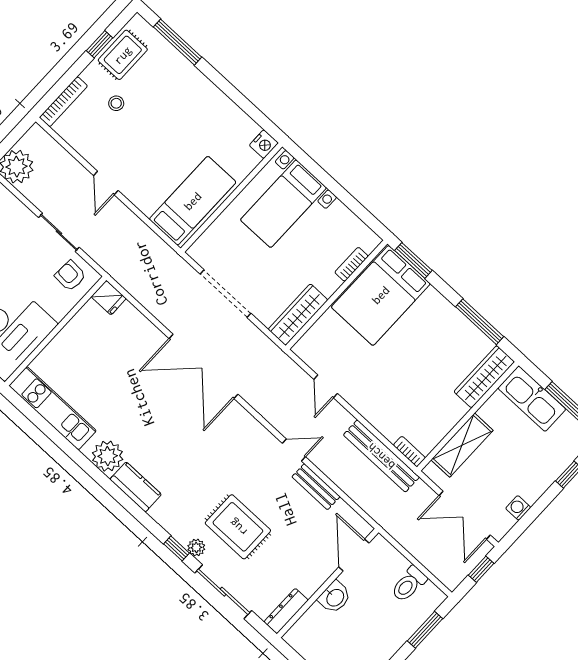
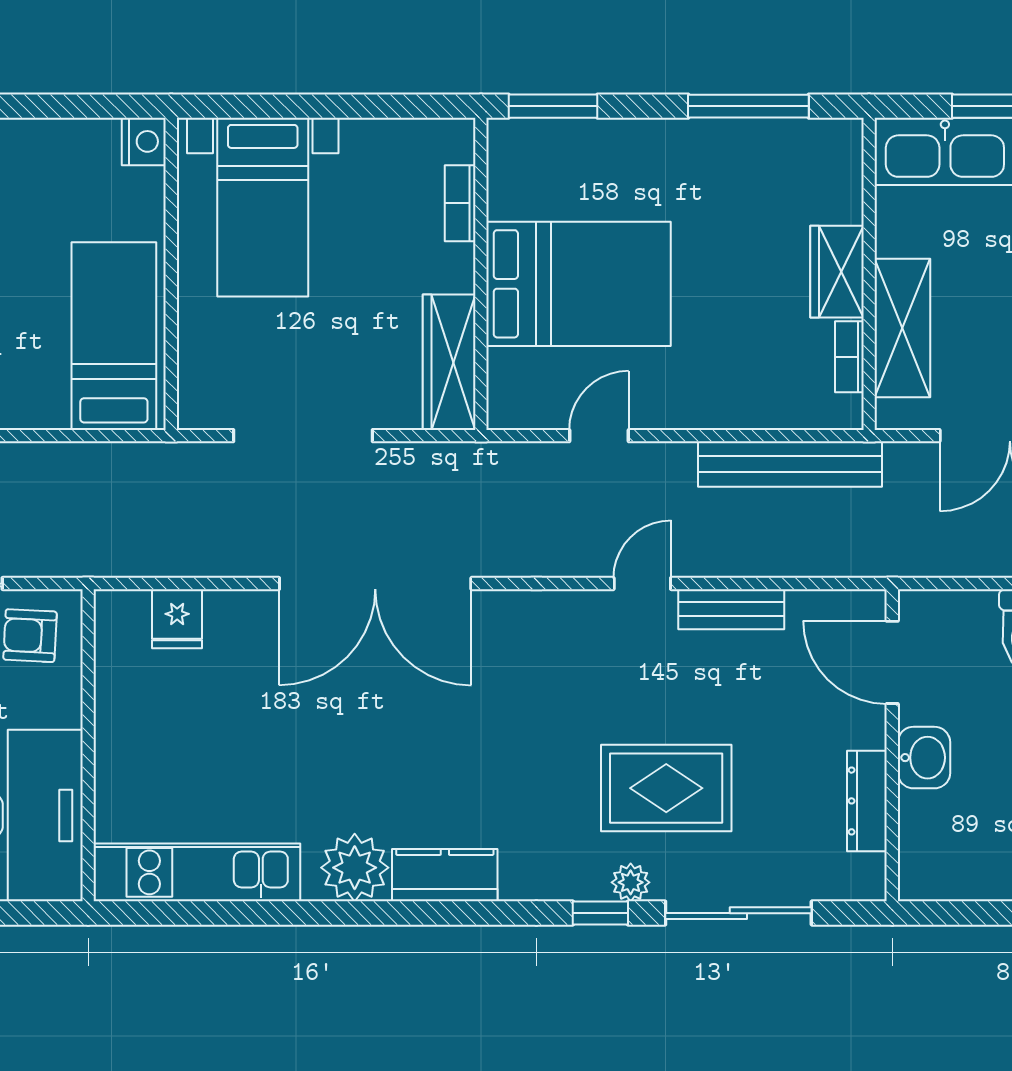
bed: (381, 295) -> (579, 284), moved, turned -90
fridge: (109, 298) -> (177, 619), moved, turned 90
wardrobe: (484, 377) -> (837, 272), moved, width x0.67
door: (326, 386) -> (599, 436), swing flipped
bookcase: (409, 452) -> (849, 357), moved, turned -90
dresser: (286, 611) -> (867, 801), moved

